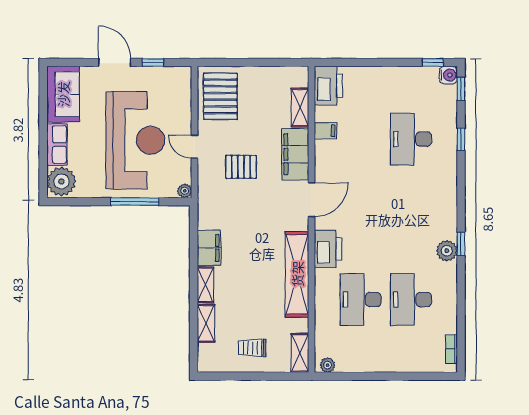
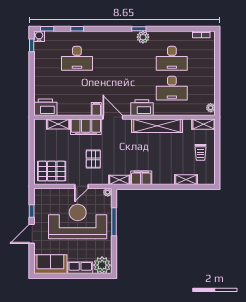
filing cabinet: (325, 131) -> (96, 109), moved
shelving: (205, 285) -> (119, 180), moved

